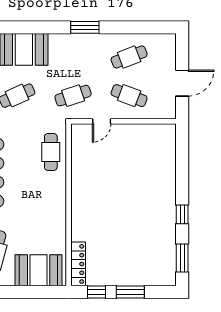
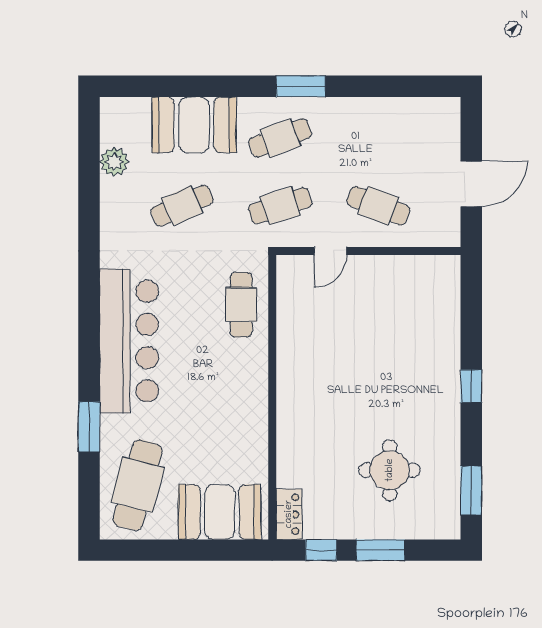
cafe table: (129, 57) -> (280, 138), moved
window: (182, 214) -> (471, 386), moved
round table: (135, 246) -> (390, 470), added
locker: (78, 264) -> (289, 514), width x0.66

